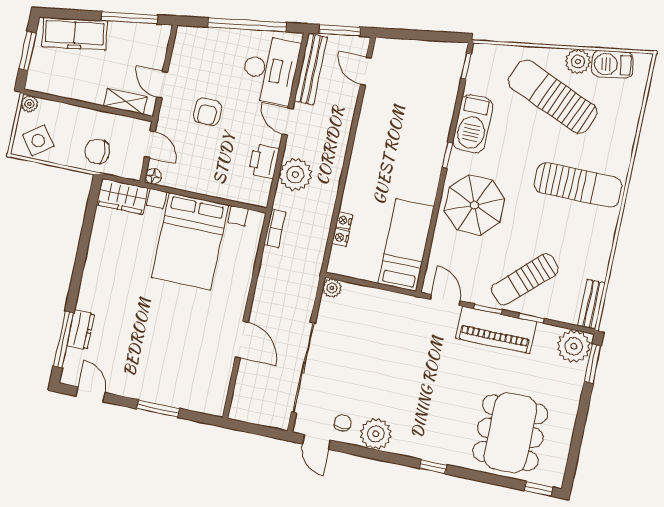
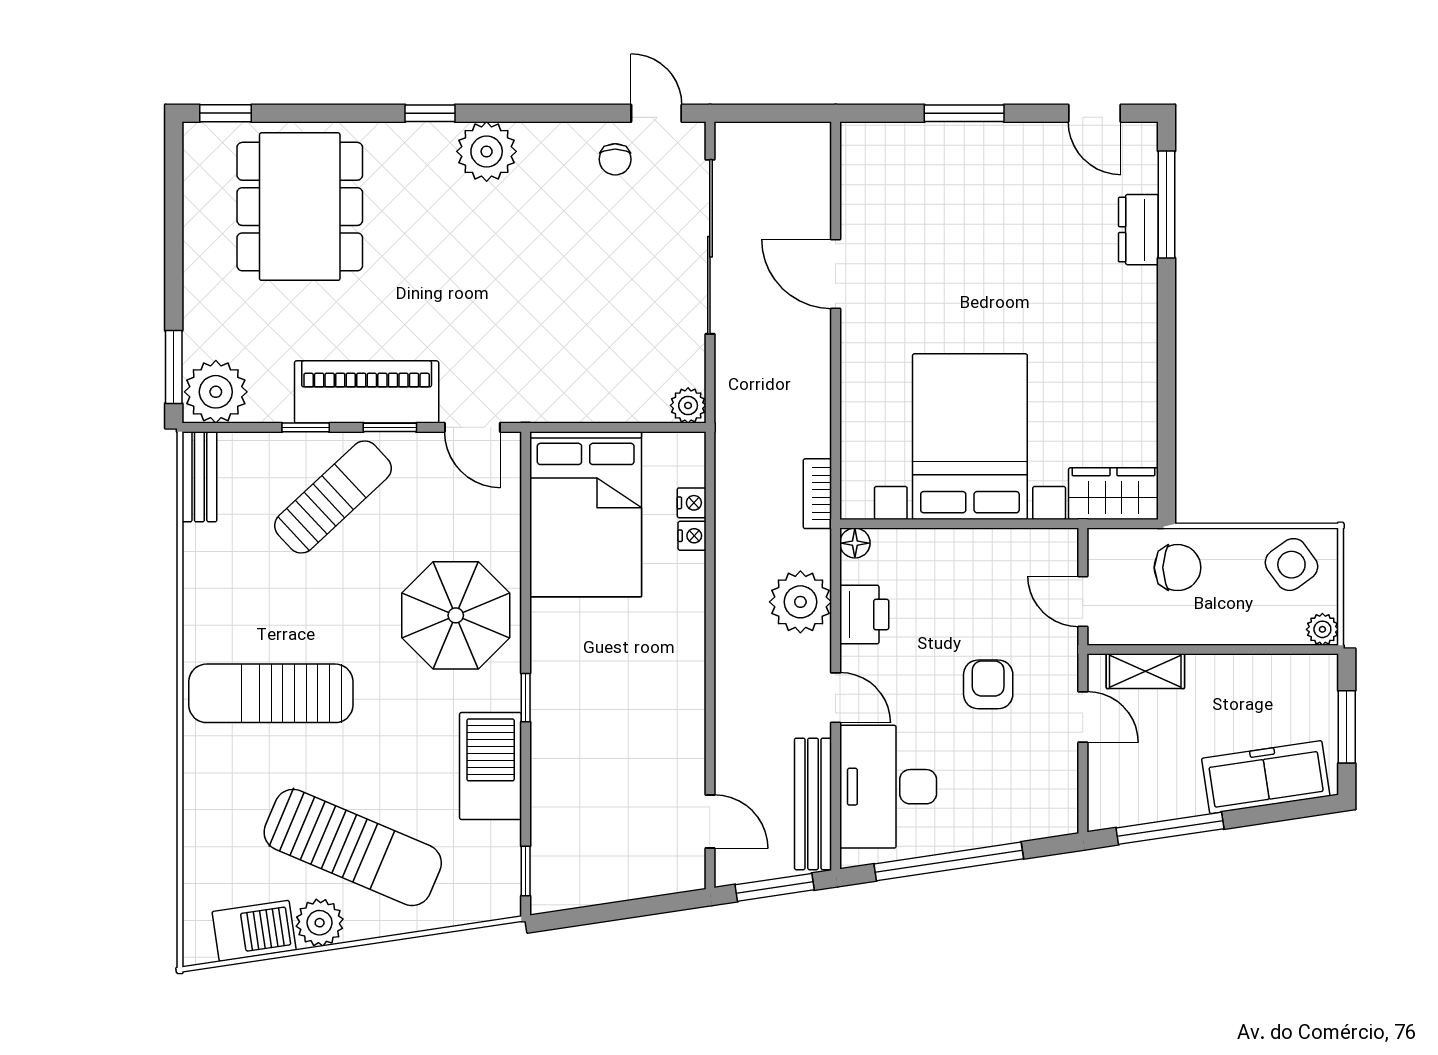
floor lamp: (153, 176) -> (855, 543), moved
bed: (406, 245) -> (586, 514), width x1.50
plant: (376, 434) -> (487, 151), moved

